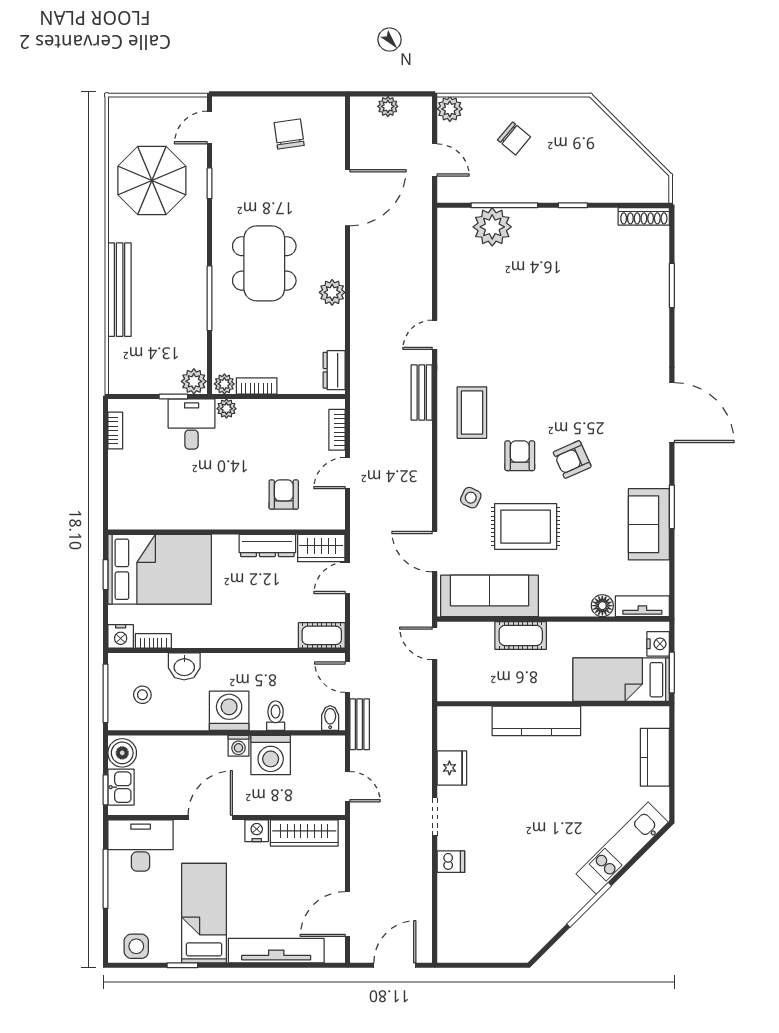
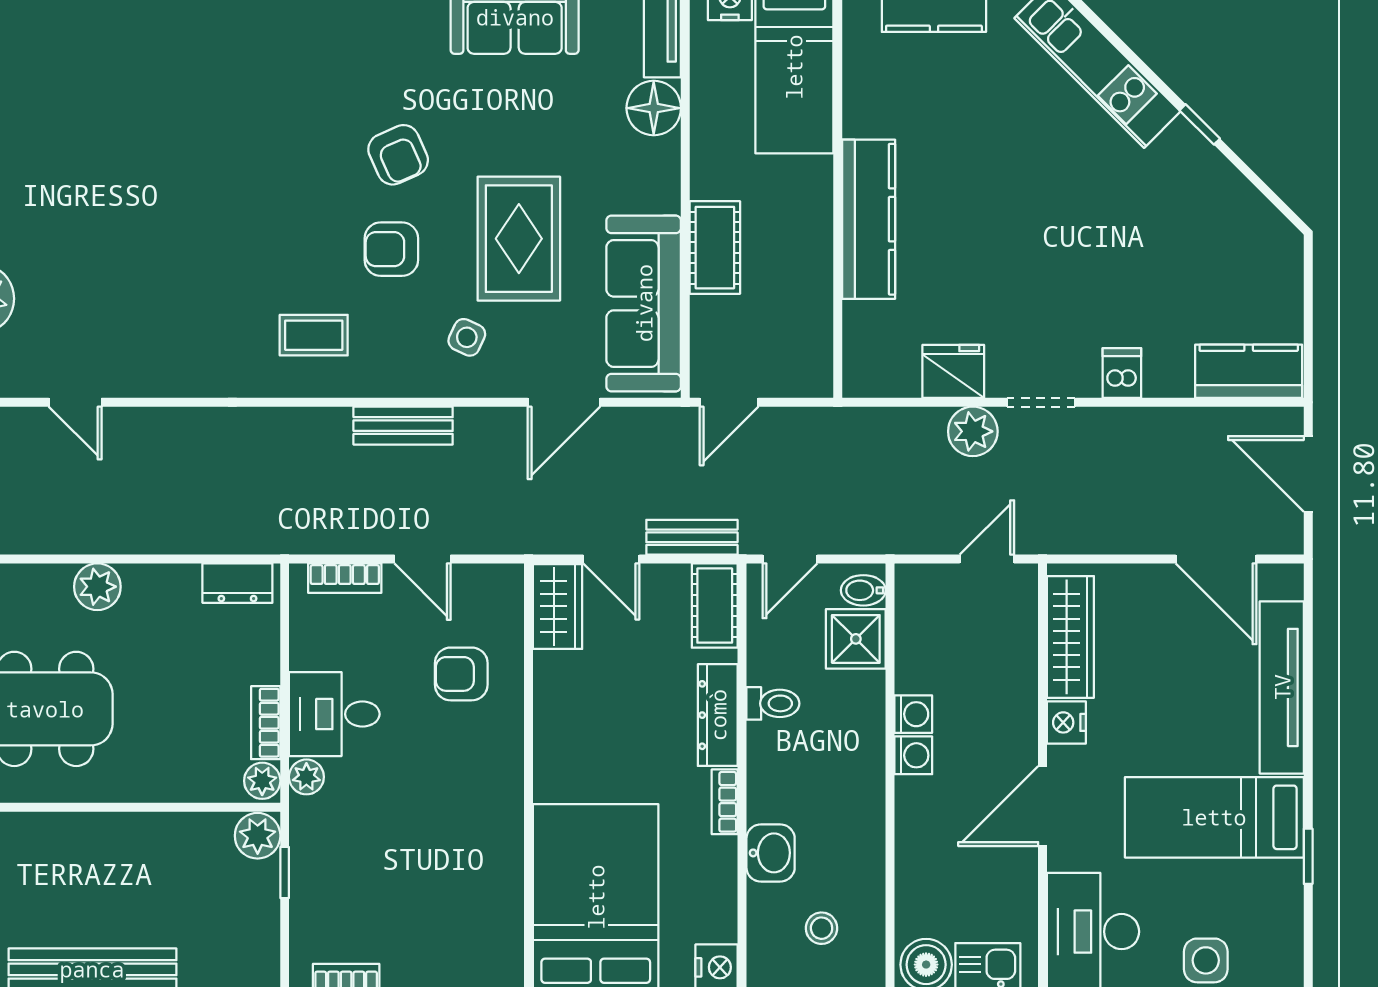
window: (210, 298) -> (108, 807), removed
door: (435, 335) -> (75, 402), moved
bench: (422, 393) -> (403, 426), moved
coffee table: (472, 413) -> (314, 335), width x0.73, depth x0.77
desk: (192, 424) -> (334, 714), moved
dresser: (267, 545) -> (718, 715), moved, turned 180
floor lamp: (602, 606) -> (654, 108), width x1.38, depth x1.38
bookcase: (153, 641) -> (725, 802), moved
washing machine: (229, 711) -> (850, 772), removed
shower: (303, 714) -> (856, 639), added
toilet: (276, 716) -> (773, 703), moved, turned 180
bench: (360, 724) -> (692, 537), moved
washing machine: (271, 755) -> (913, 714), width x0.53, depth x0.53
plant: (418, 779) -> (973, 431), added
door: (210, 818) -> (1042, 806), hinge flipped
window: (589, 905) -> (1200, 124), width x0.46
kitchen counter: (452, 932) -> (1249, 371), added
side table: (136, 946) -> (1206, 960), moved

